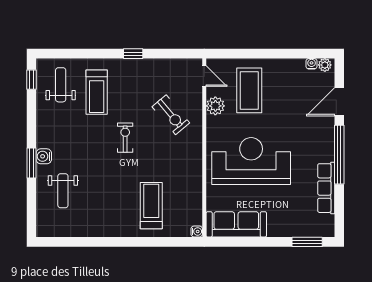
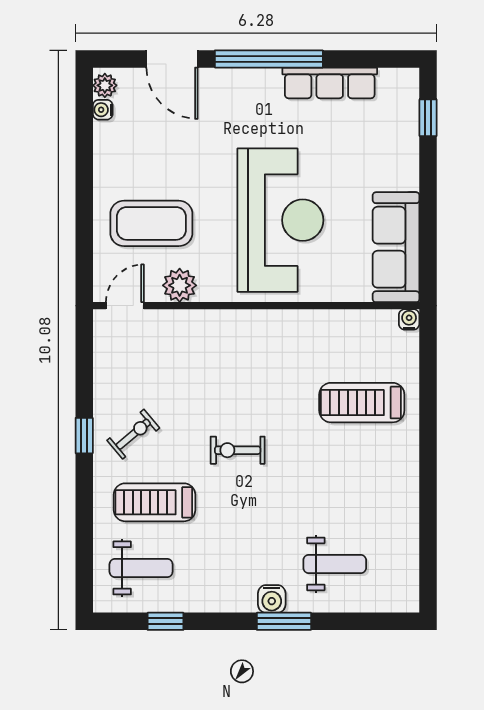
window: (31, 80) -> (166, 621), moved
weight bench: (61, 85) -> (141, 568), turned 180
treadmill: (97, 92) -> (155, 502), turned 180
exercise bike: (171, 115) -> (133, 434), moved, width x0.73, depth x0.72
reception desk: (251, 161) -> (280, 220), turned 180
window: (307, 242) -> (428, 118), width x0.67

